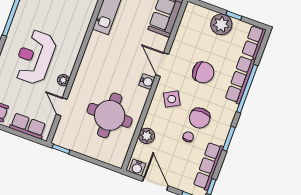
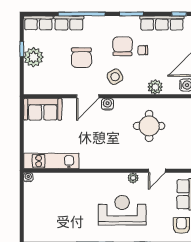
reception desk: (35, 57) -> (122, 210), turned 180
chair: (203, 72) -> (81, 58), turned 180
row of seats: (240, 80) -> (69, 23), width x0.68
round table: (110, 115) -> (149, 126), width x0.73, depth x0.73
chair: (200, 118) -> (123, 46), turned -90

